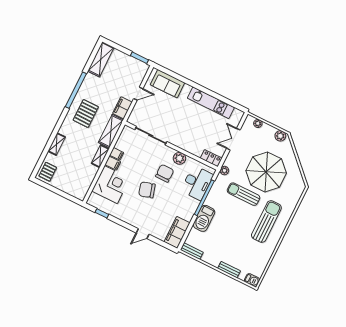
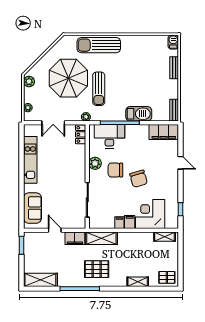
shelving: (100, 156) -> (165, 237), moved
sun lounger: (266, 222) -> (99, 45), moved

